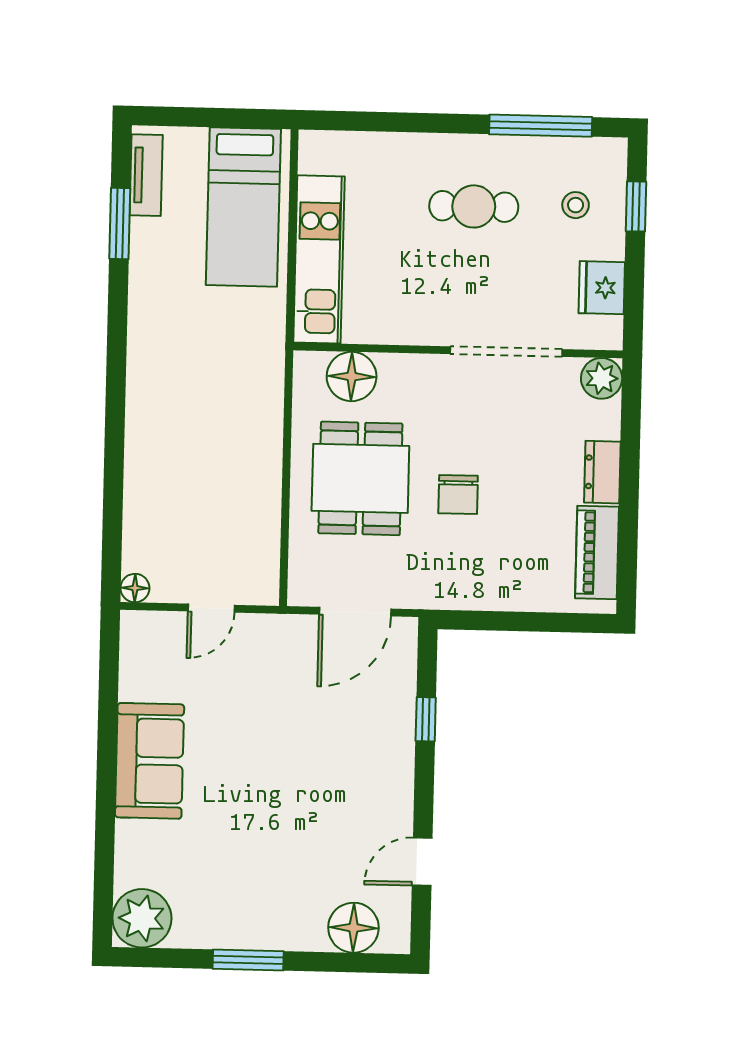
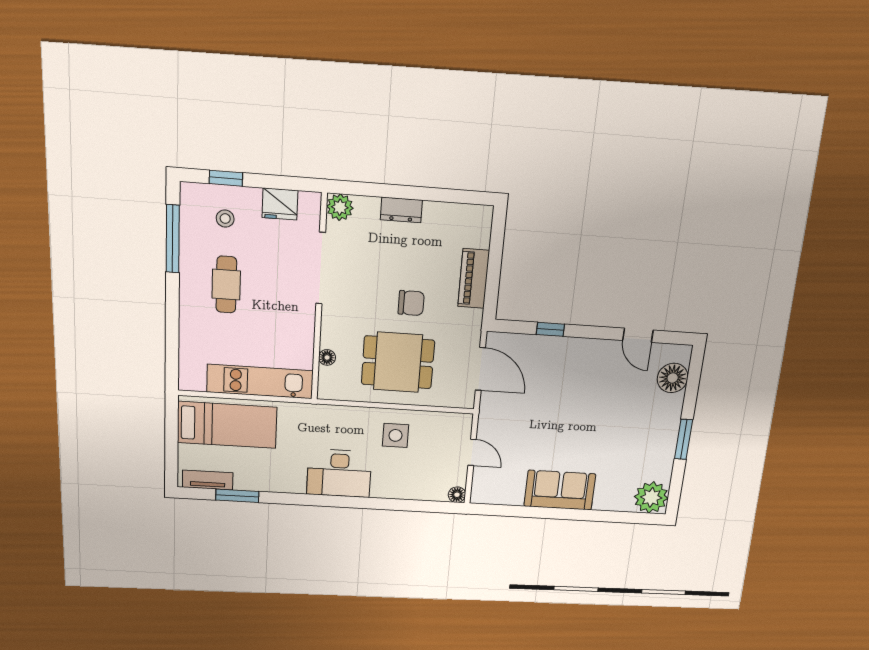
floor lamp: (352, 377) -> (327, 357), width x0.53, depth x0.53
desk: (166, 390) -> (339, 473), added
side table: (236, 480) -> (395, 435), added
piano: (597, 552) -> (474, 278), moved, turned 90

